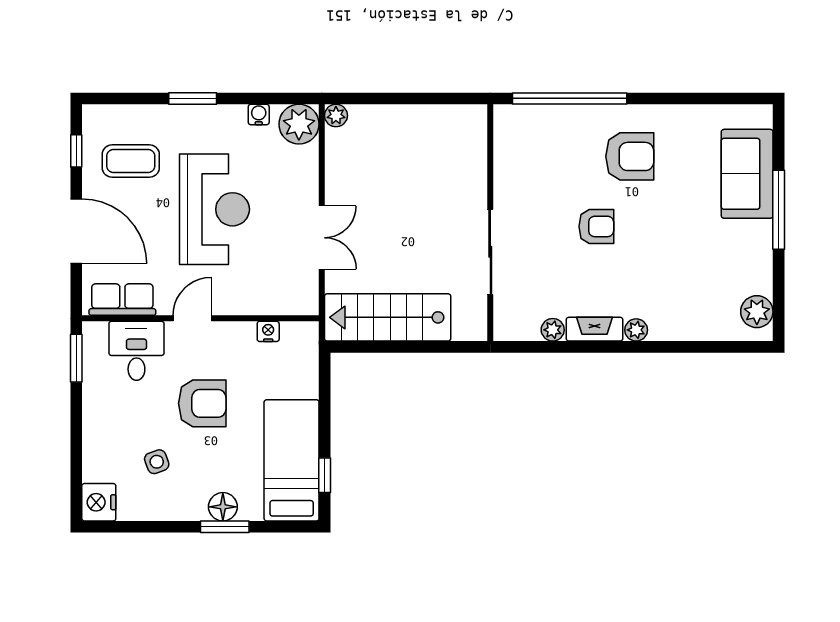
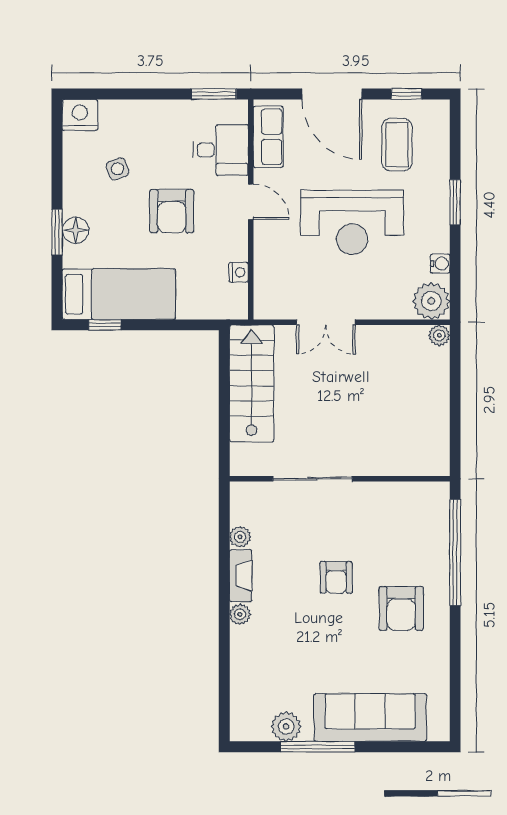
sofa: (747, 174) -> (370, 718), width x1.36
window: (779, 210) -> (318, 747), moved
door: (76, 231) -> (332, 94), hinge flipped
plant: (757, 312) -> (286, 727), moved

